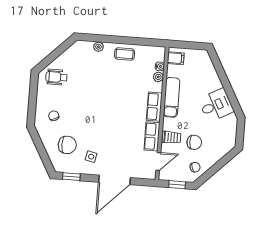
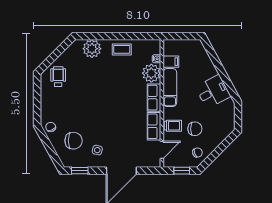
plant: (98, 47) -> (92, 49), width x1.88, depth x1.88
filing cabinet: (176, 58) -> (171, 62), moved
wheelchair: (56, 77) -> (58, 77), turned 90
plant: (158, 77) -> (151, 73), width x1.88, depth x1.88
chair: (54, 116) -> (51, 127), moved

